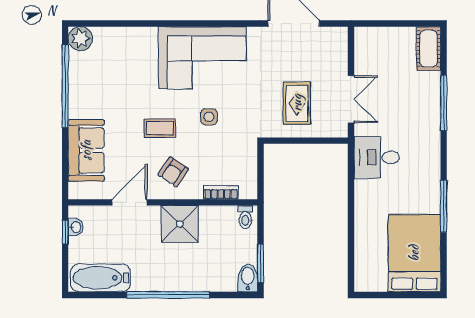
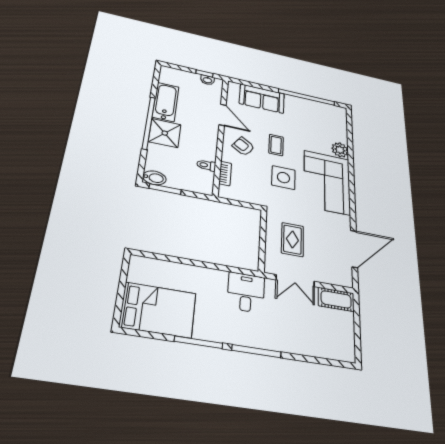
plant: (80, 39) -> (340, 150), moved
cot: (429, 49) -> (336, 299), moved
rug: (297, 103) -> (292, 240), turned 90
window: (444, 103) -> (256, 351), moved
side table: (209, 117) -> (283, 178), width x1.87, depth x1.87
toilet: (245, 217) -> (206, 165), moved
shower: (180, 224) -> (165, 133), moved
bathtub: (100, 278) -> (166, 102), moved

